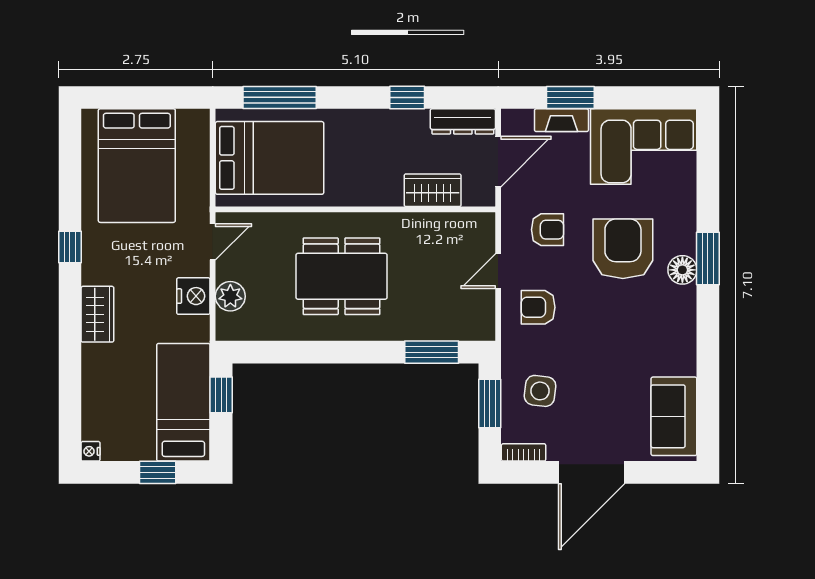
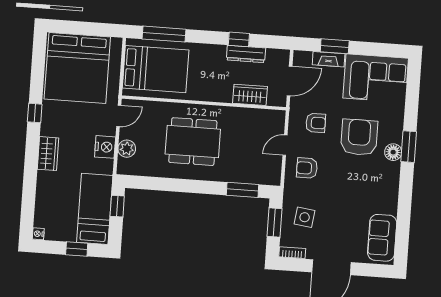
dresser: (463, 121) -> (246, 54), moved
bed: (137, 166) -> (77, 68), width x1.36

